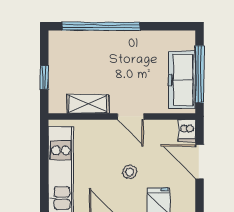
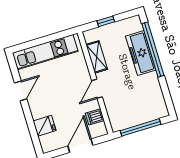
freezer: (182, 80) -> (141, 53), moved, turned -90
dishwasher: (187, 131) -> (95, 117), moved
stool: (130, 172) -> (59, 100), removed

